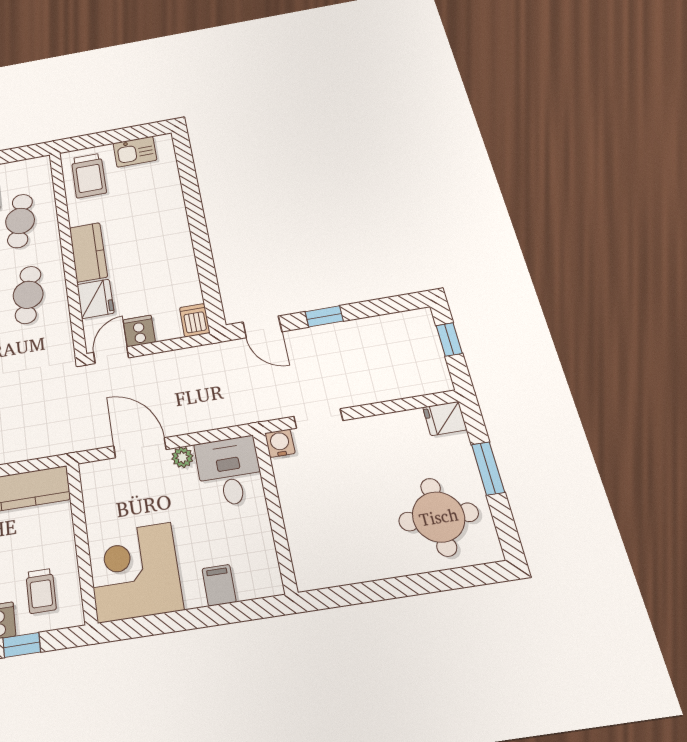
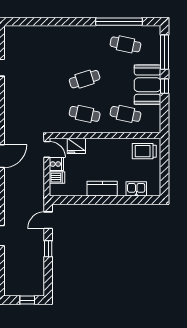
kitchen sink: (135, 152) -> (136, 189), moved, turned 90
kitchen counter: (88, 252) -> (102, 189), moved, turned 180
dishwasher: (195, 320) -> (57, 178), moved

